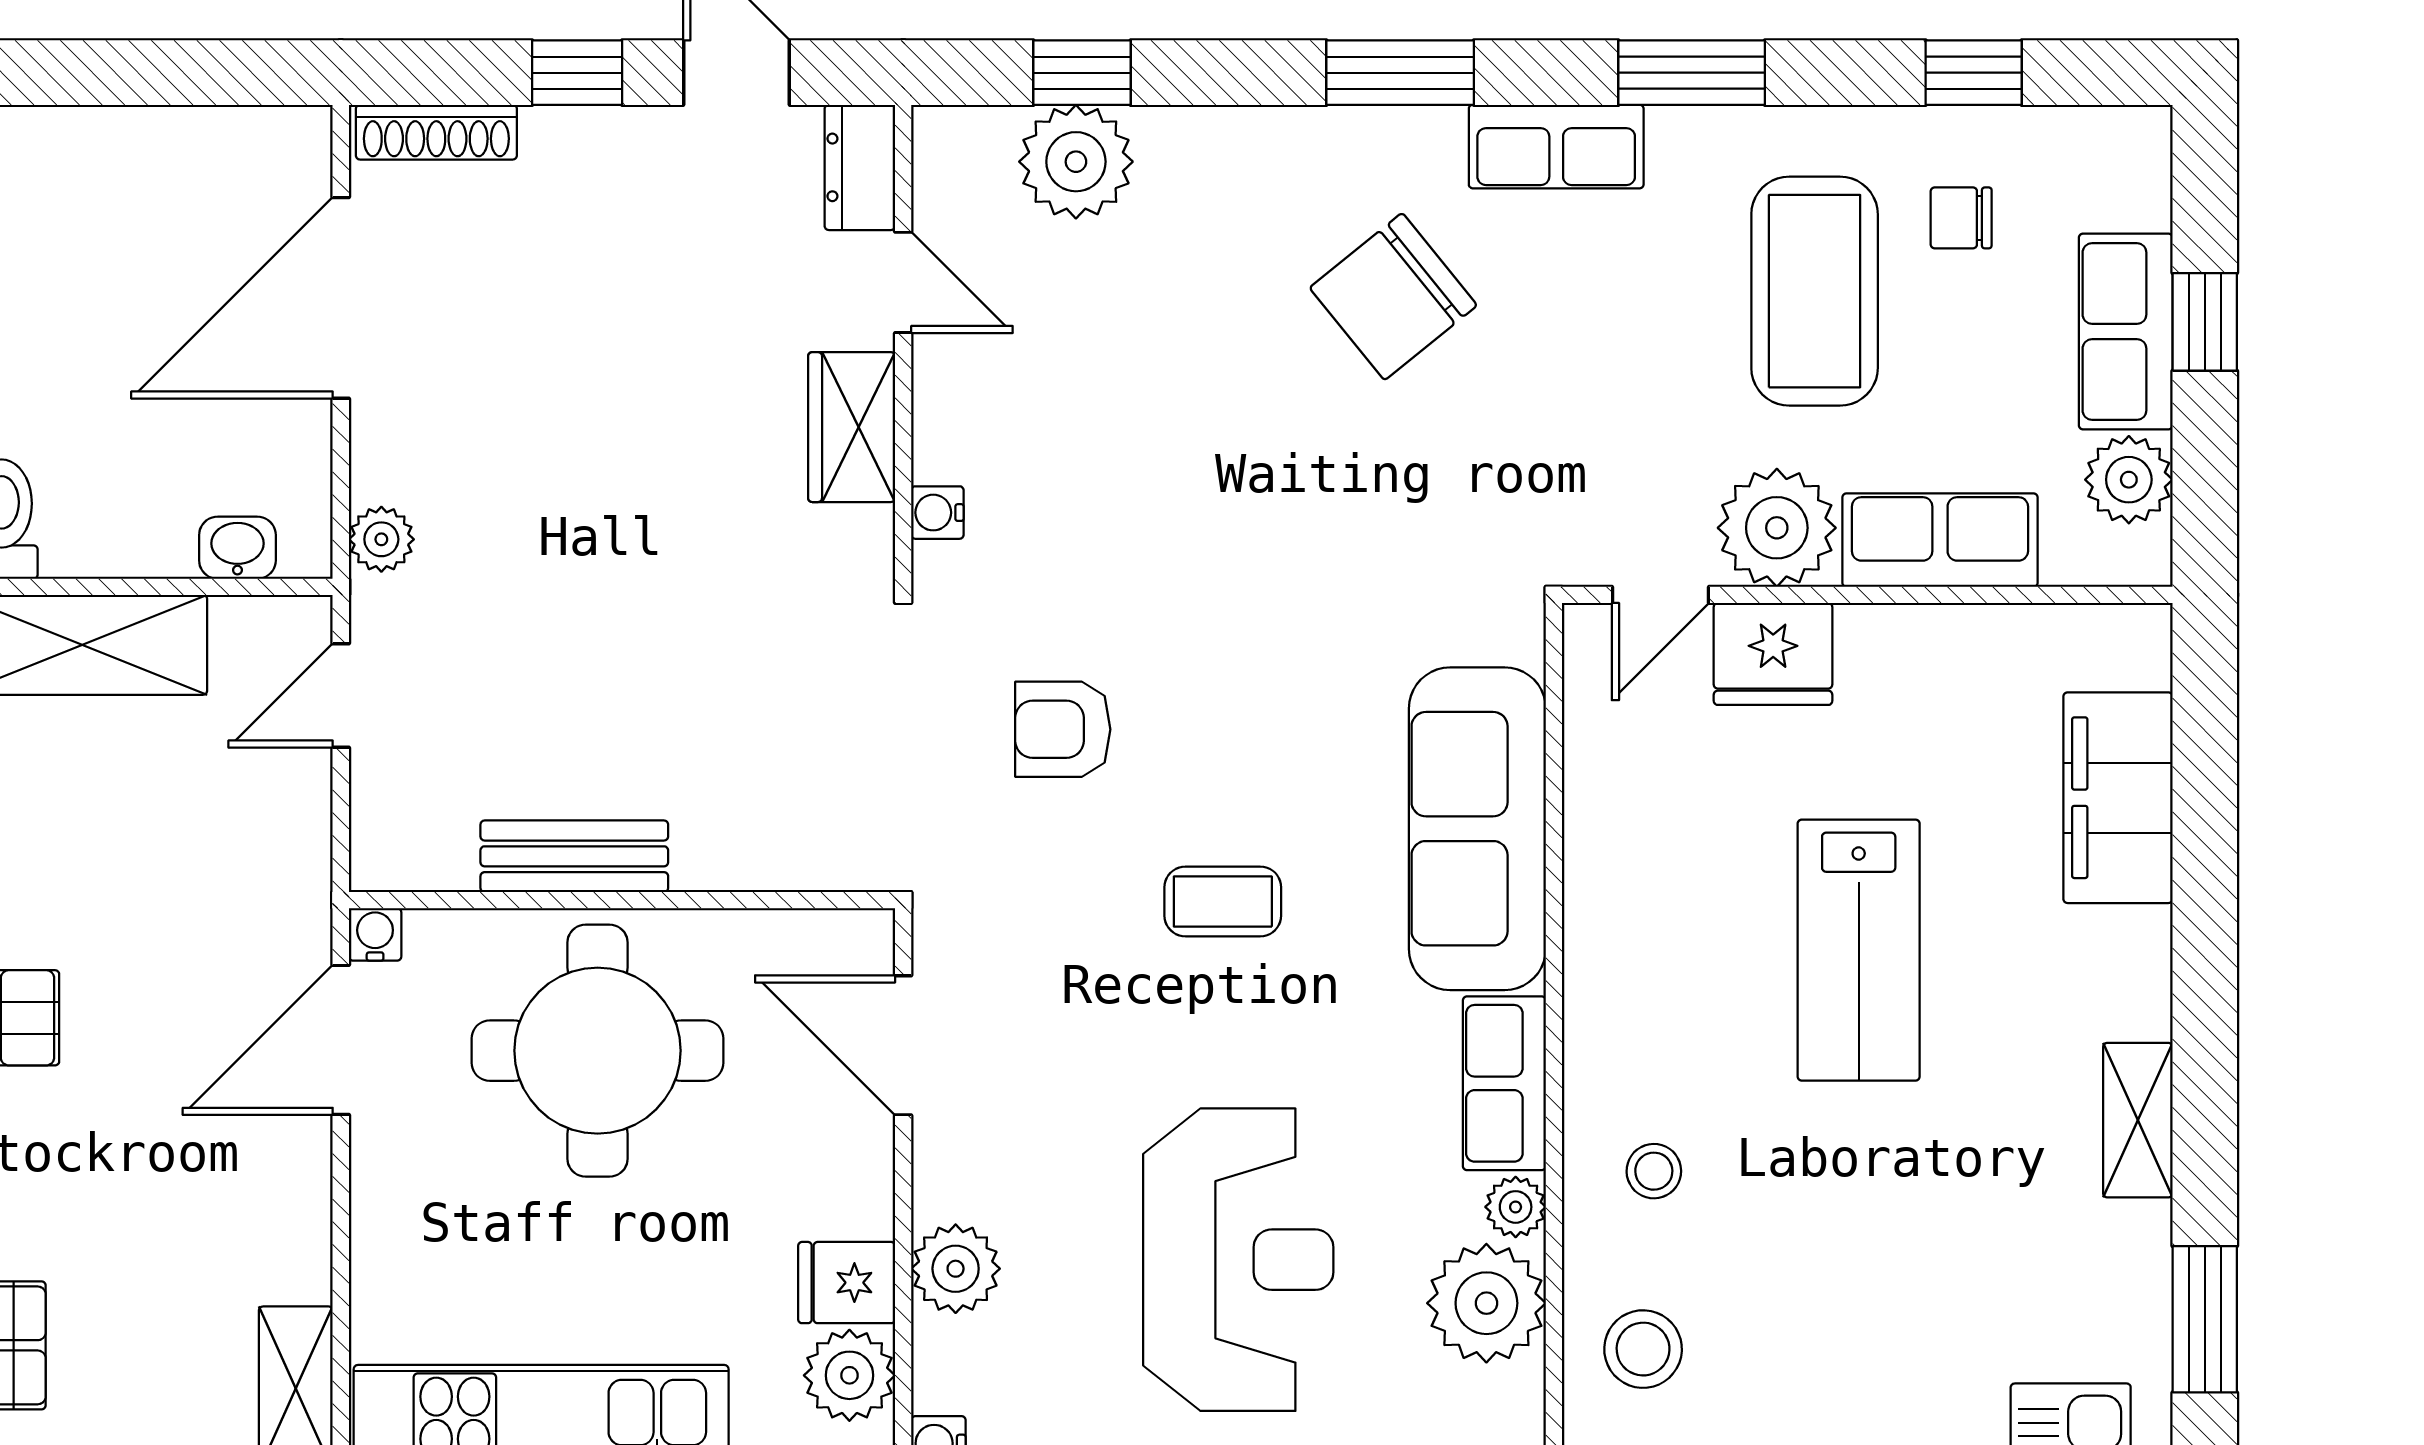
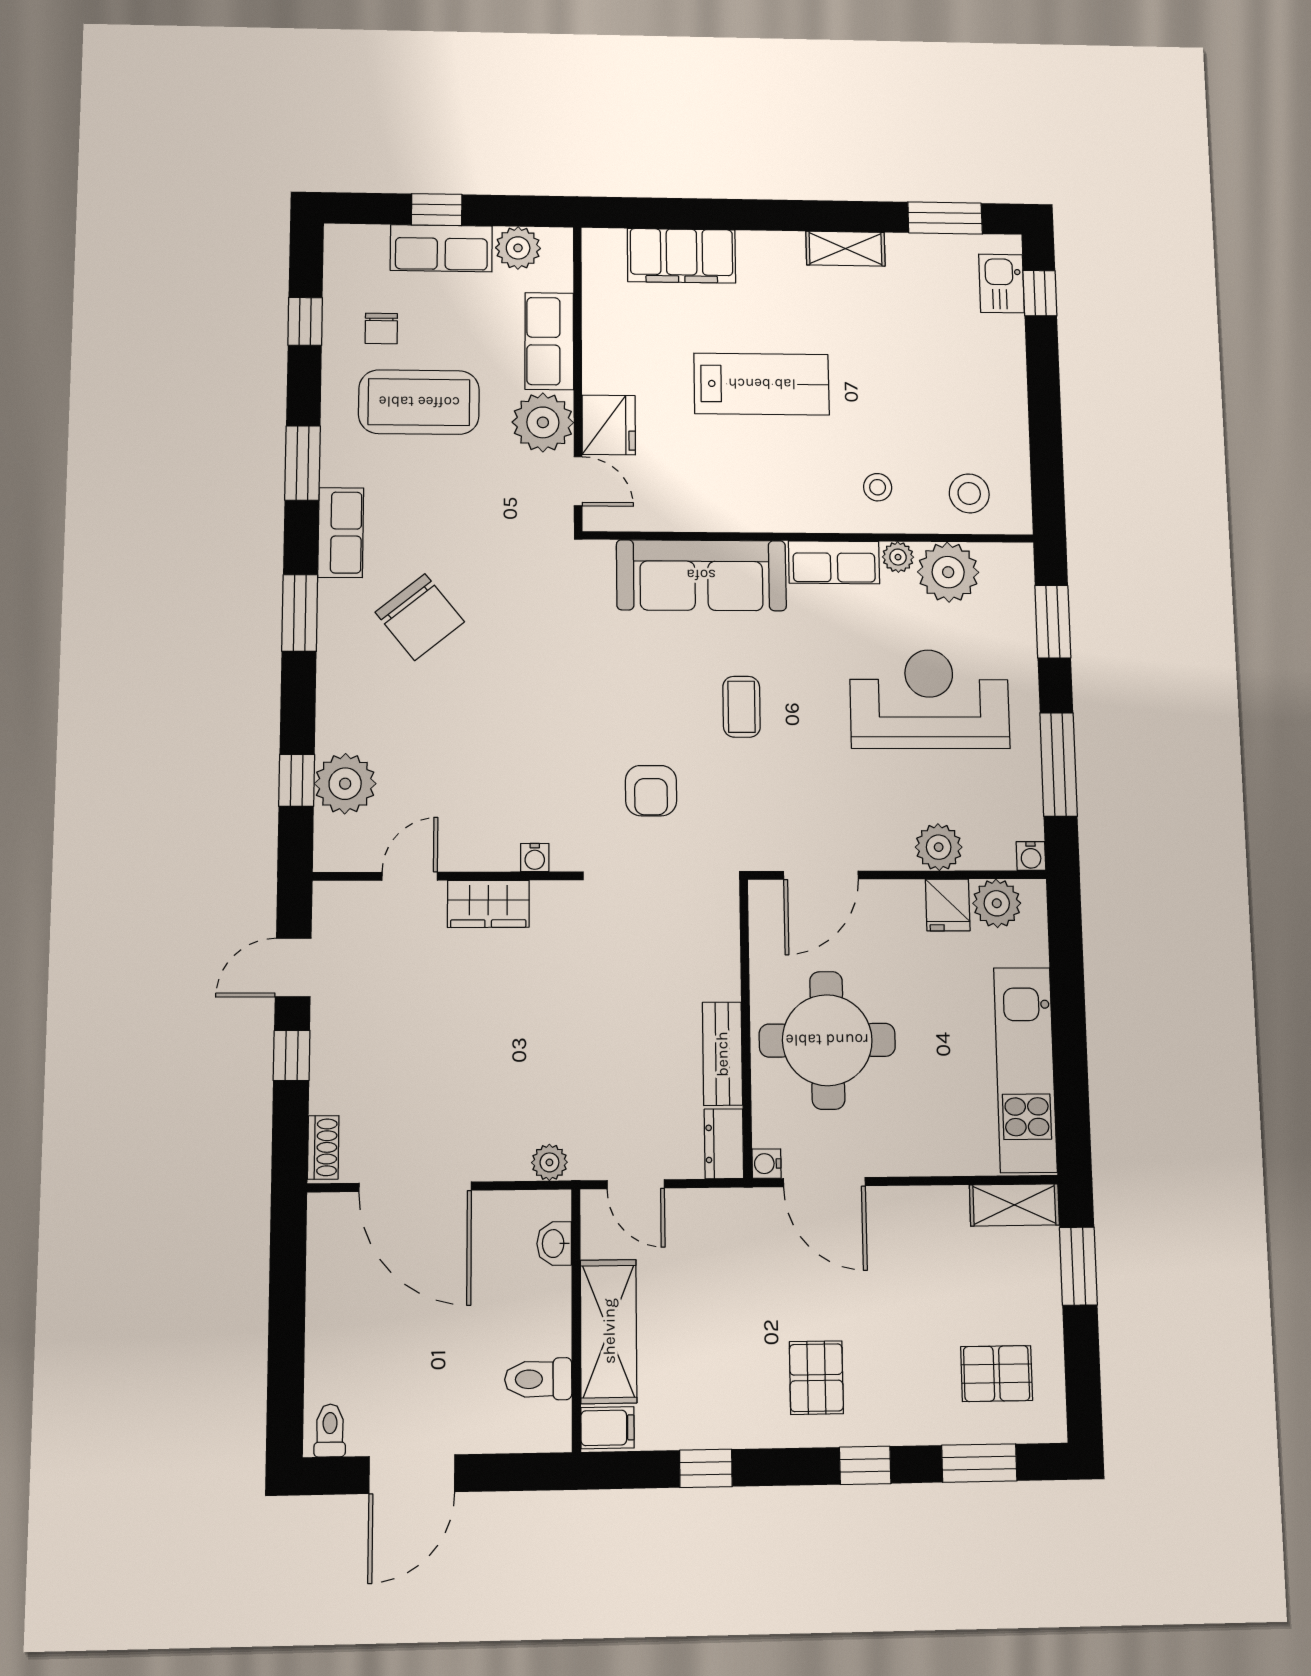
shoe rack: (436, 132) -> (323, 1147), width x0.70
dresser: (860, 167) -> (724, 1144), moved, turned 90

